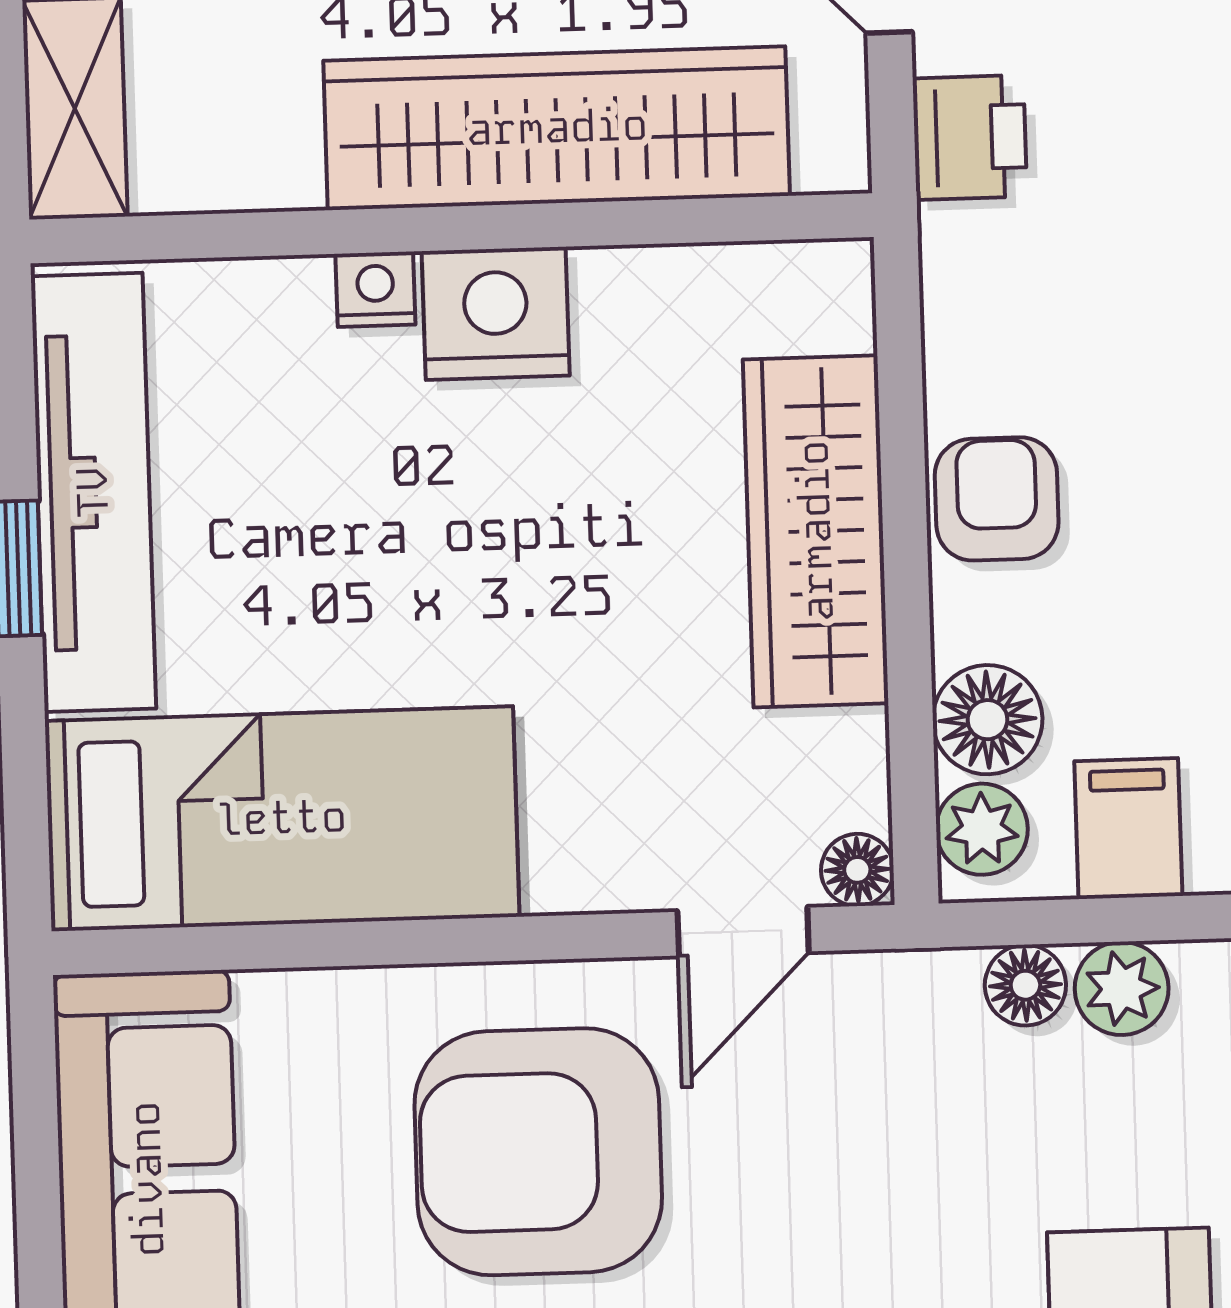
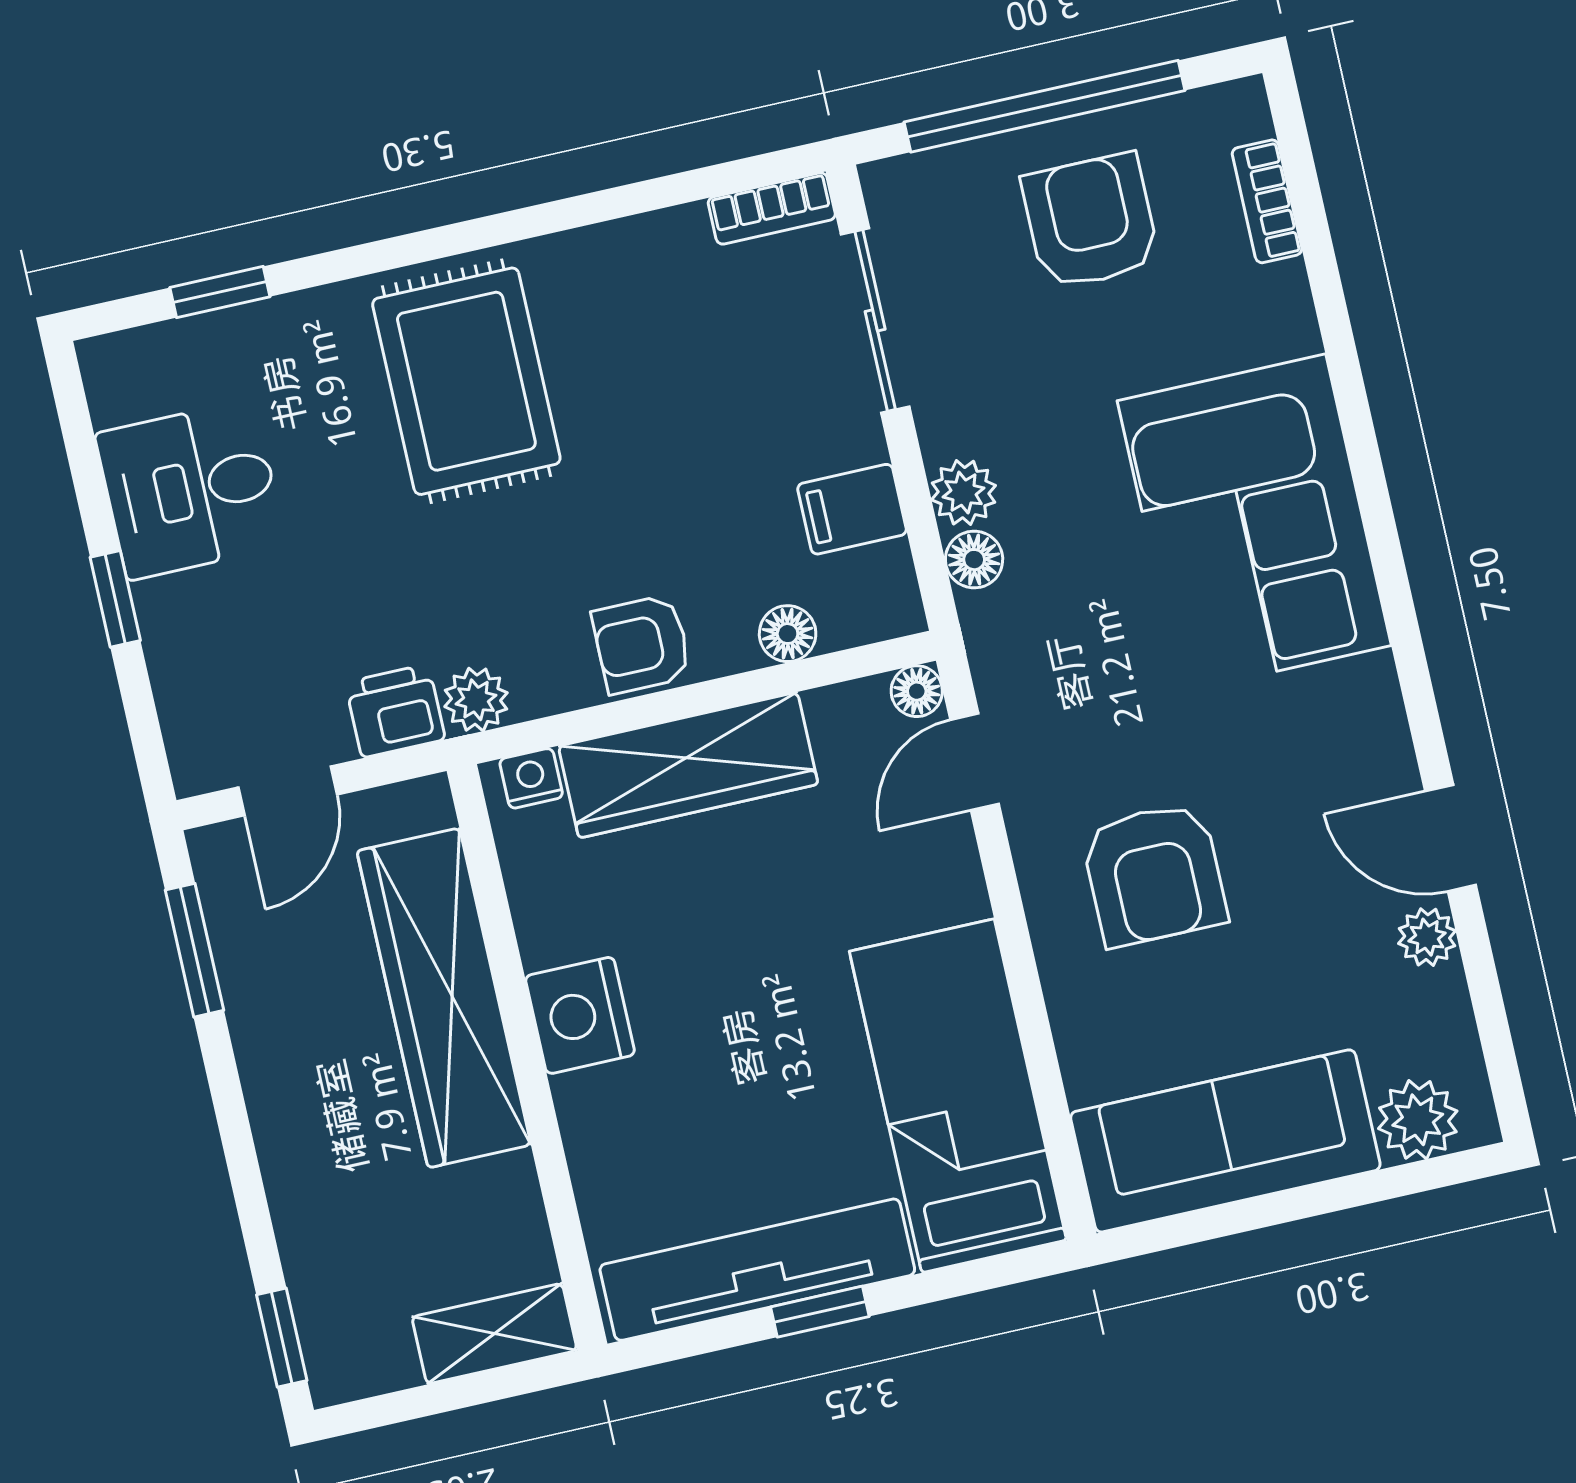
nightstand: (375, 289) -> (531, 778), moved, turned 90
floor lamp: (987, 720) -> (788, 634), width x0.73, depth x0.73
plant: (982, 829) -> (476, 700), moved
door: (743, 932) -> (975, 762), swing flipped
armchair: (538, 1152) -> (1154, 874), width x0.73, depth x0.73

